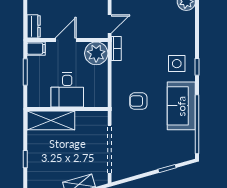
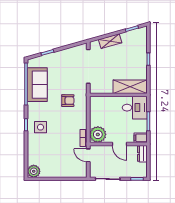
door: (110, 24) -> (88, 155), hinge flipped
door: (66, 40) -> (120, 144), hinge flipped
desk: (67, 90) -> (135, 108), moved, turned 90
sofa: (181, 106) -> (37, 85), moved

